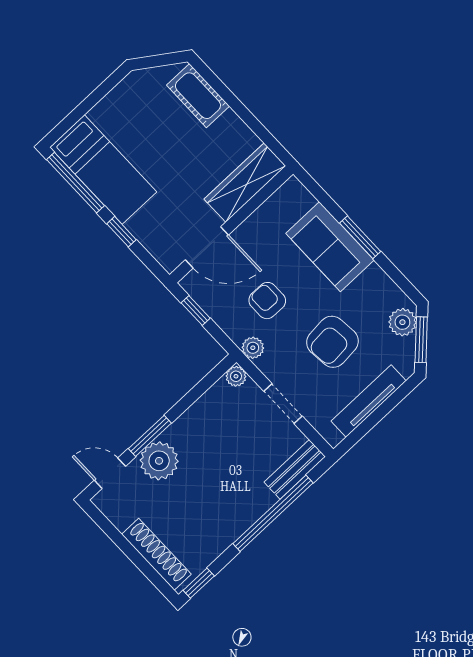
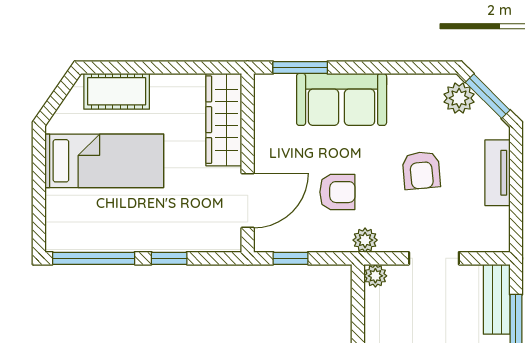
bed: (103, 170) -> (104, 161), moved
window: (360, 237) -> (300, 67), moved
armchair: (267, 301) -> (337, 192), turned 180
armchair: (332, 342) -> (421, 170), width x0.72, depth x0.72
tv unit: (369, 401) -> (497, 173), width x0.71

